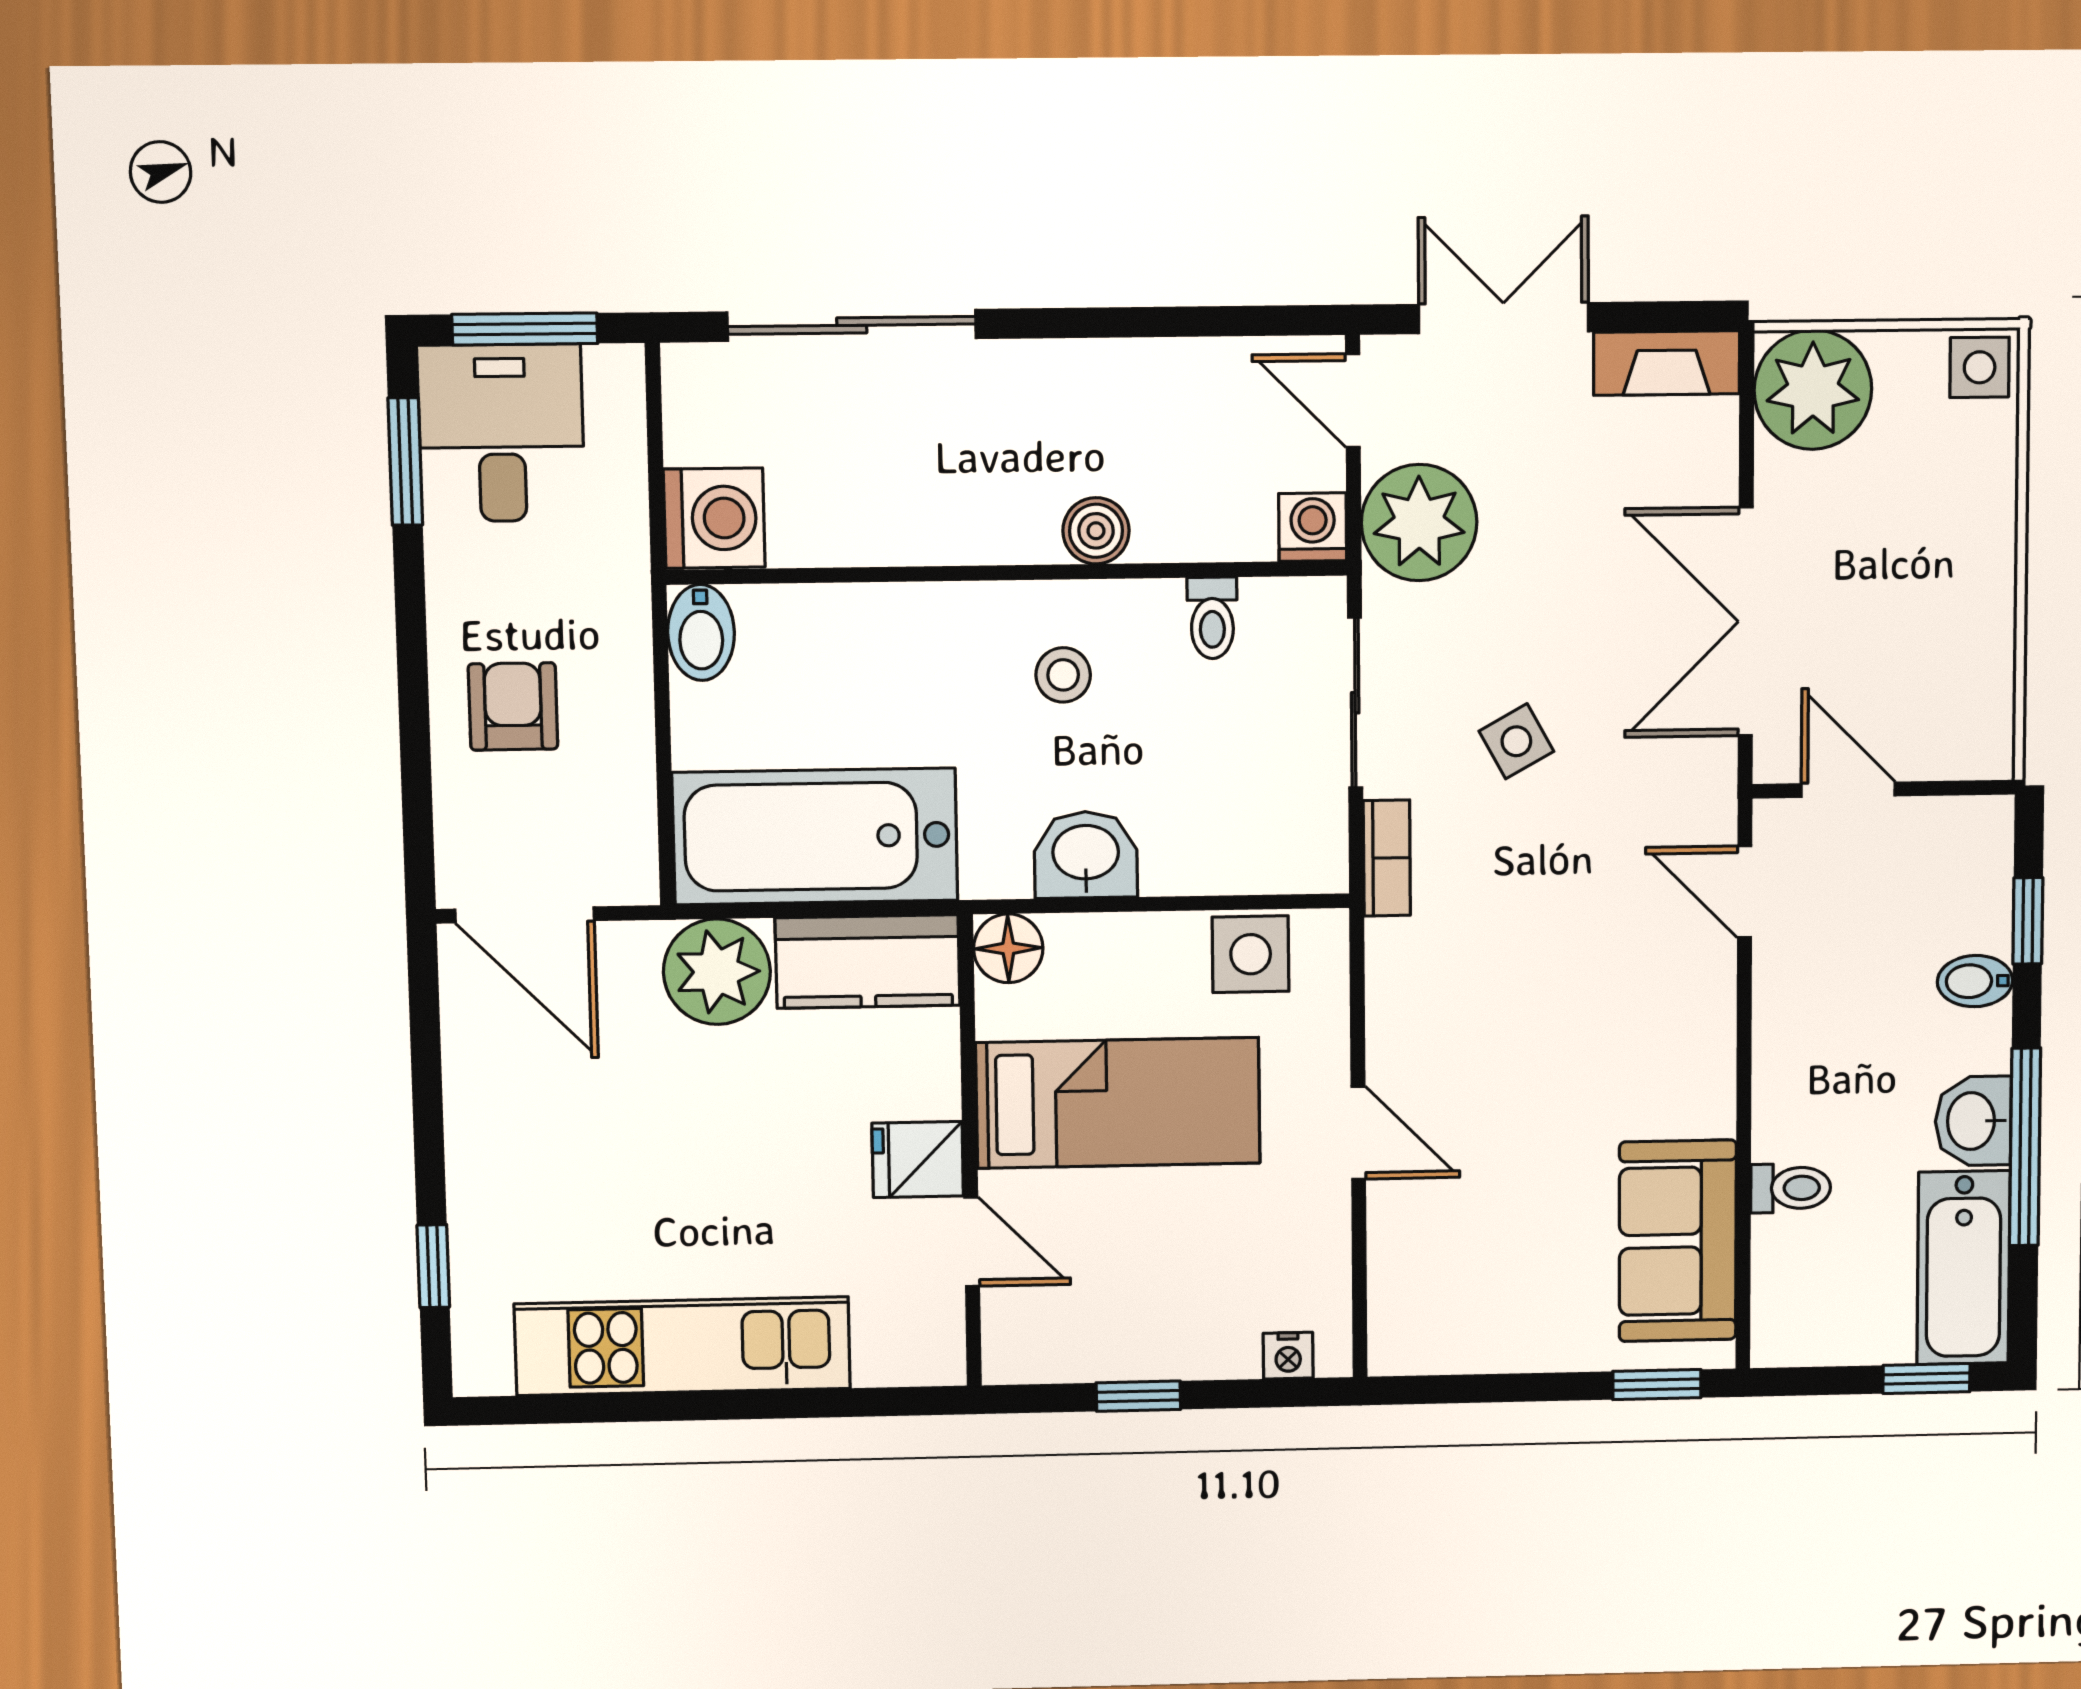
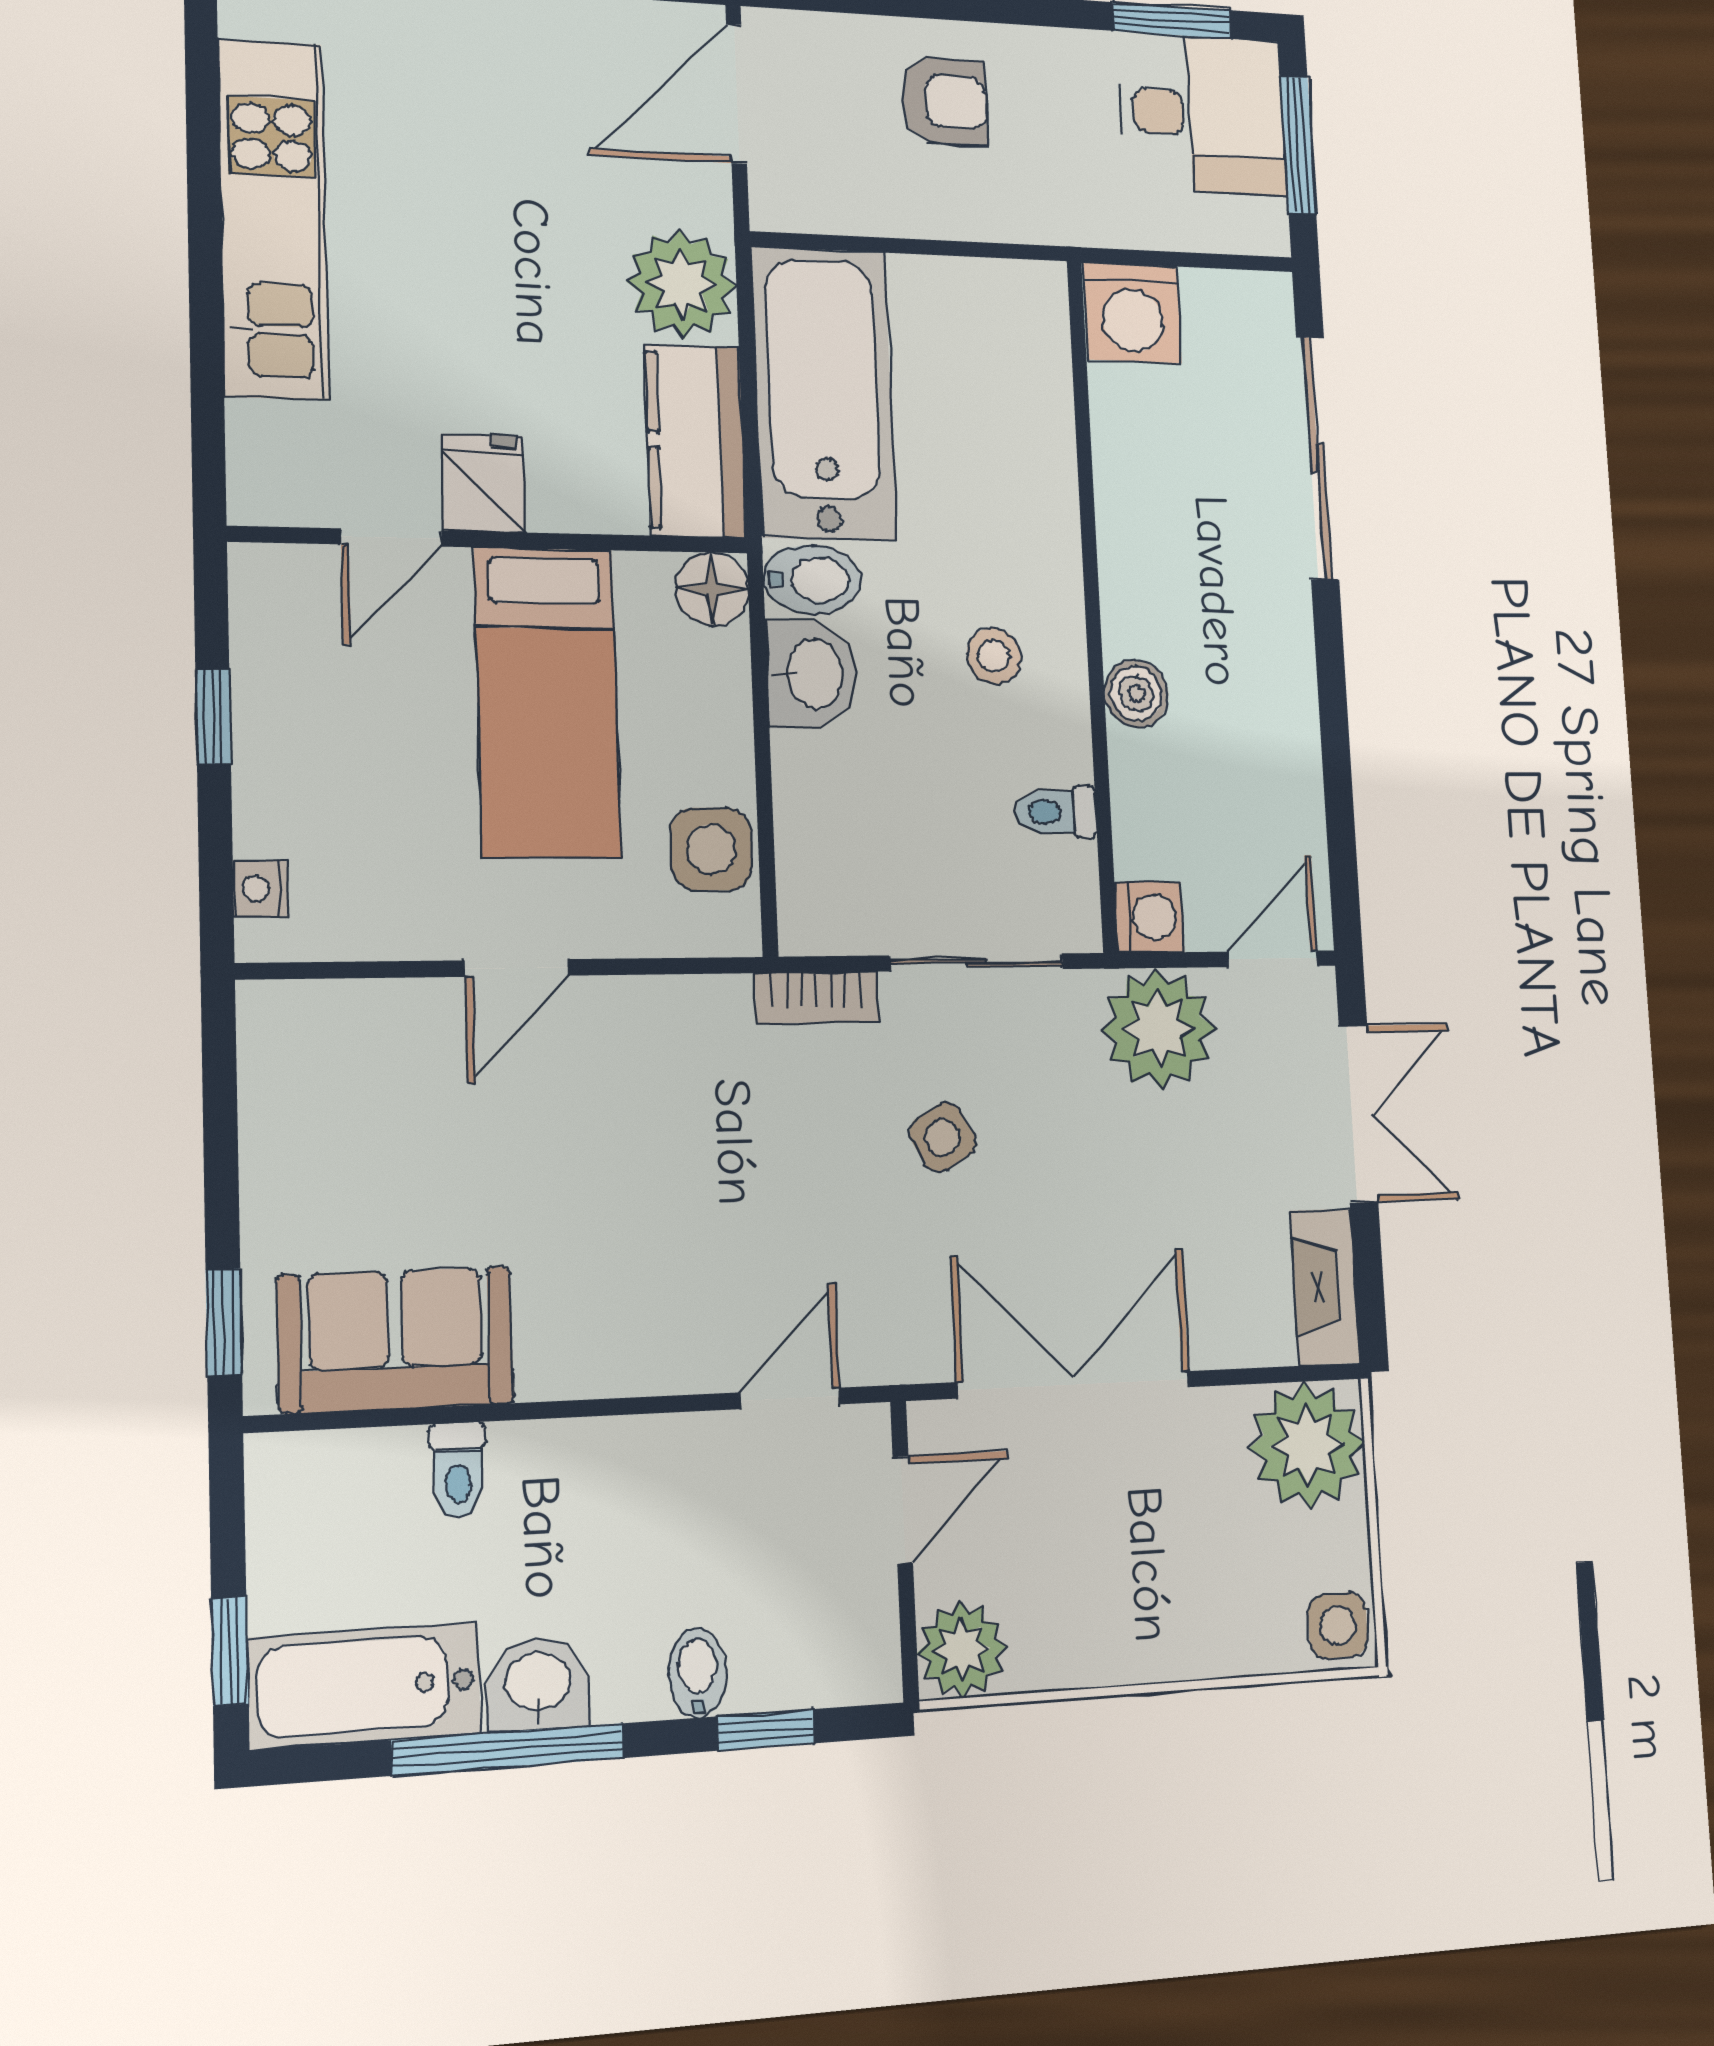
bidet: (701, 632) -> (812, 580), moved, turned 180
plant: (1974, 738) -> (962, 1650), added

